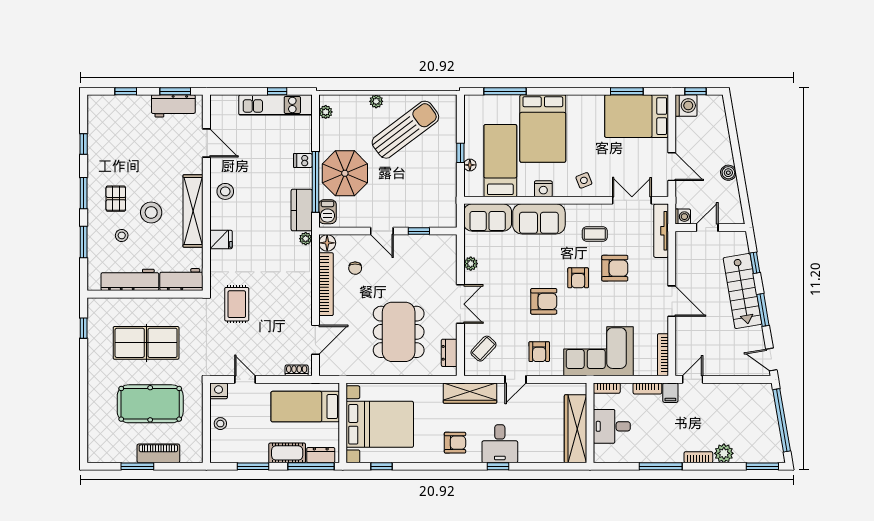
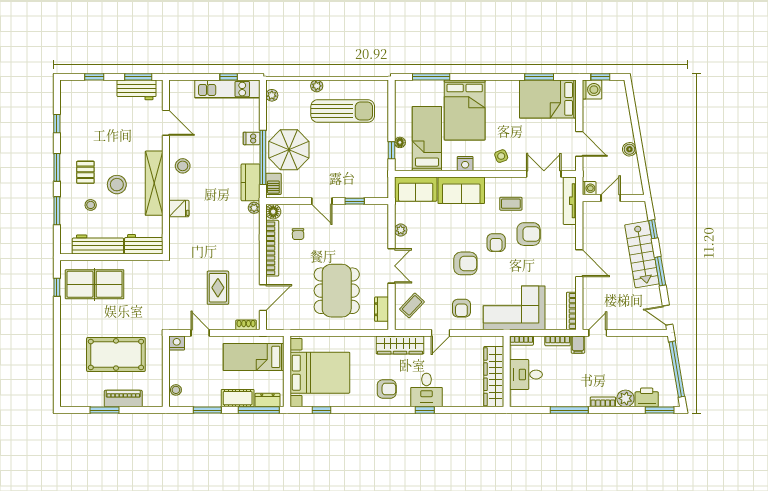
sun lounger: (405, 130) -> (343, 111), turned 37
window: (460, 153) -> (391, 150), moved
rug: (237, 304) -> (218, 288), moved
table tennis table: (146, 343) -> (95, 284), moved
stool: (220, 424) -> (176, 390), moved
printer: (748, 452) -> (647, 397), added

